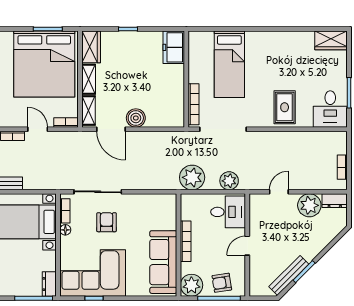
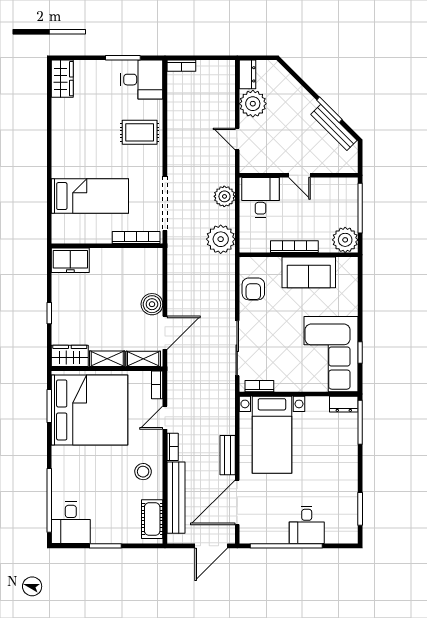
bookcase: (342, 167) -> (181, 66), moved
armchair: (107, 222) -> (253, 289), moved, turned -90
floor lamp: (65, 230) -> (281, 386), removed
sofa: (163, 262) -> (309, 272), width x0.73
armchair: (222, 283) -> (342, 205), removed

